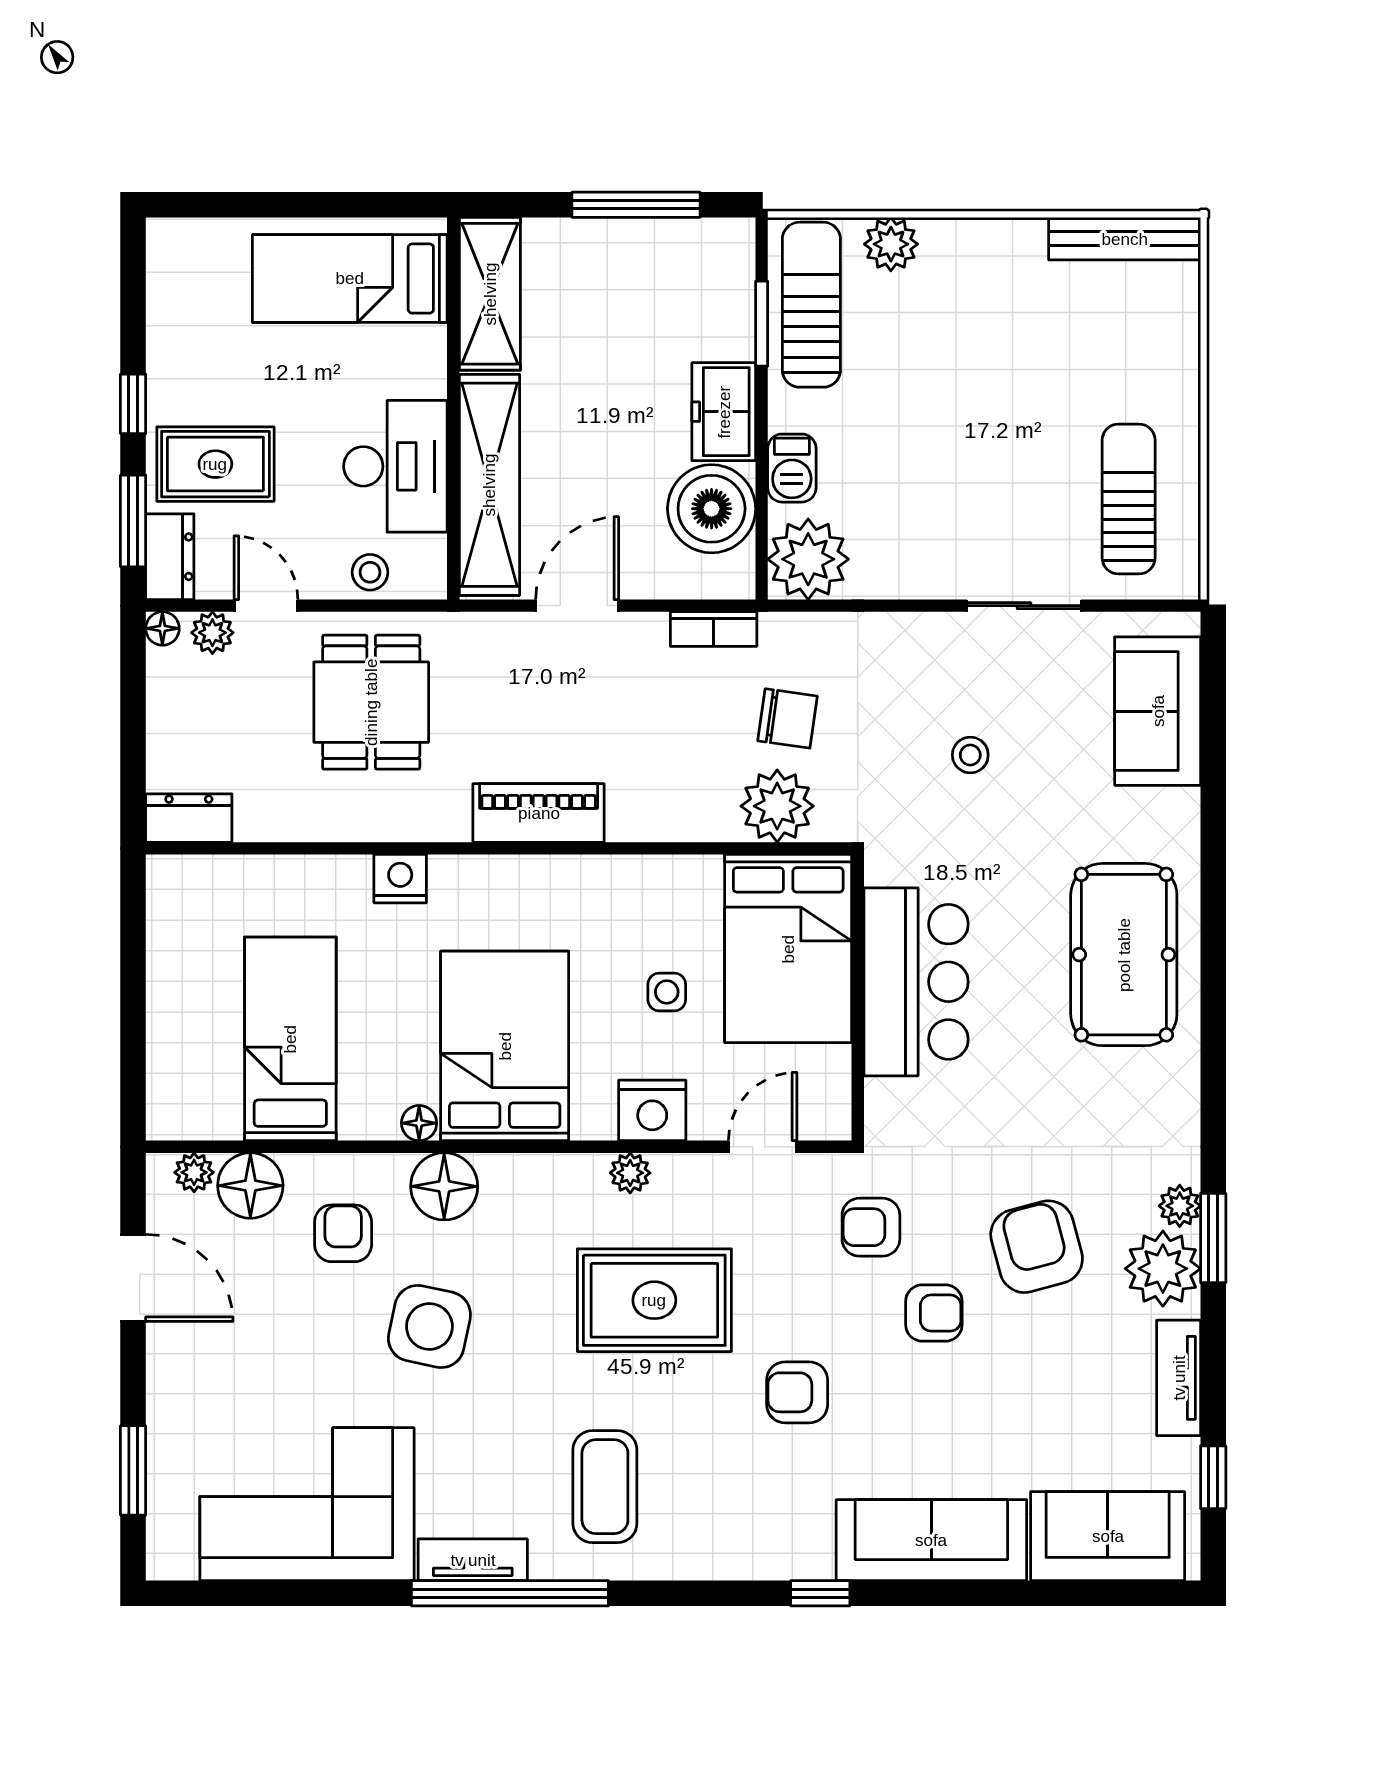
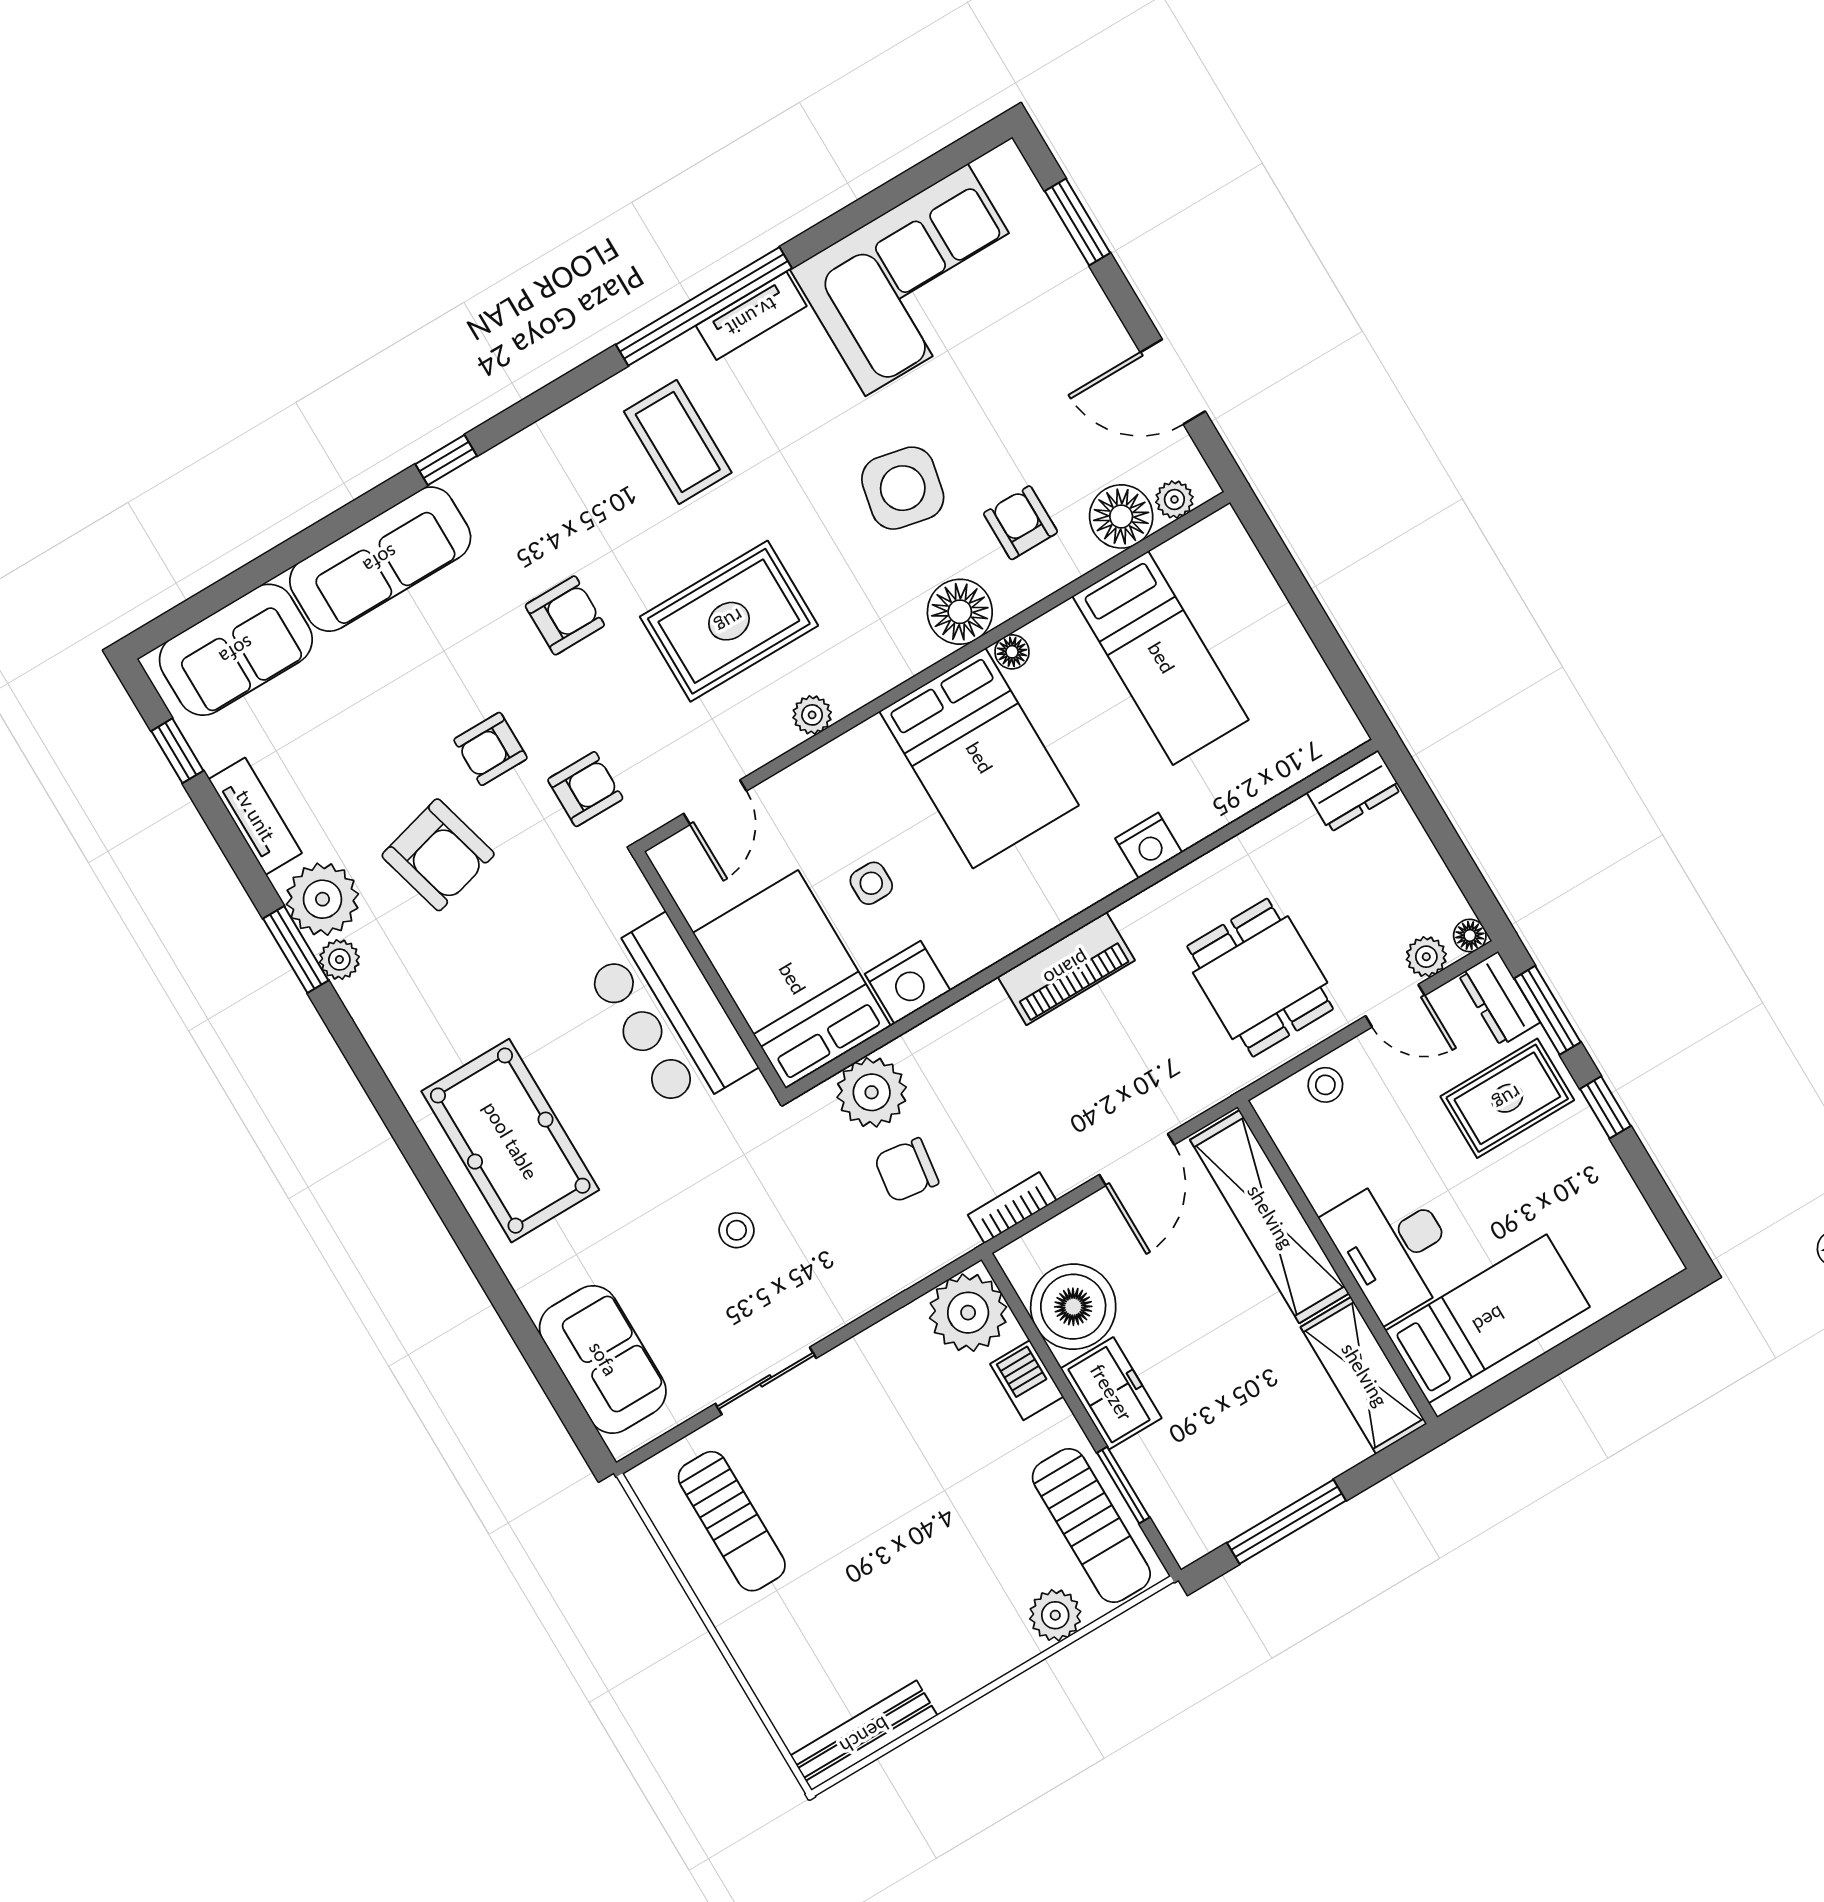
desk: (395, 466) -> (1393, 1247), moved
nightstand: (652, 1110) -> (908, 982), moved, turned 180
armchair: (343, 1233) -> (1021, 523), turned 180

